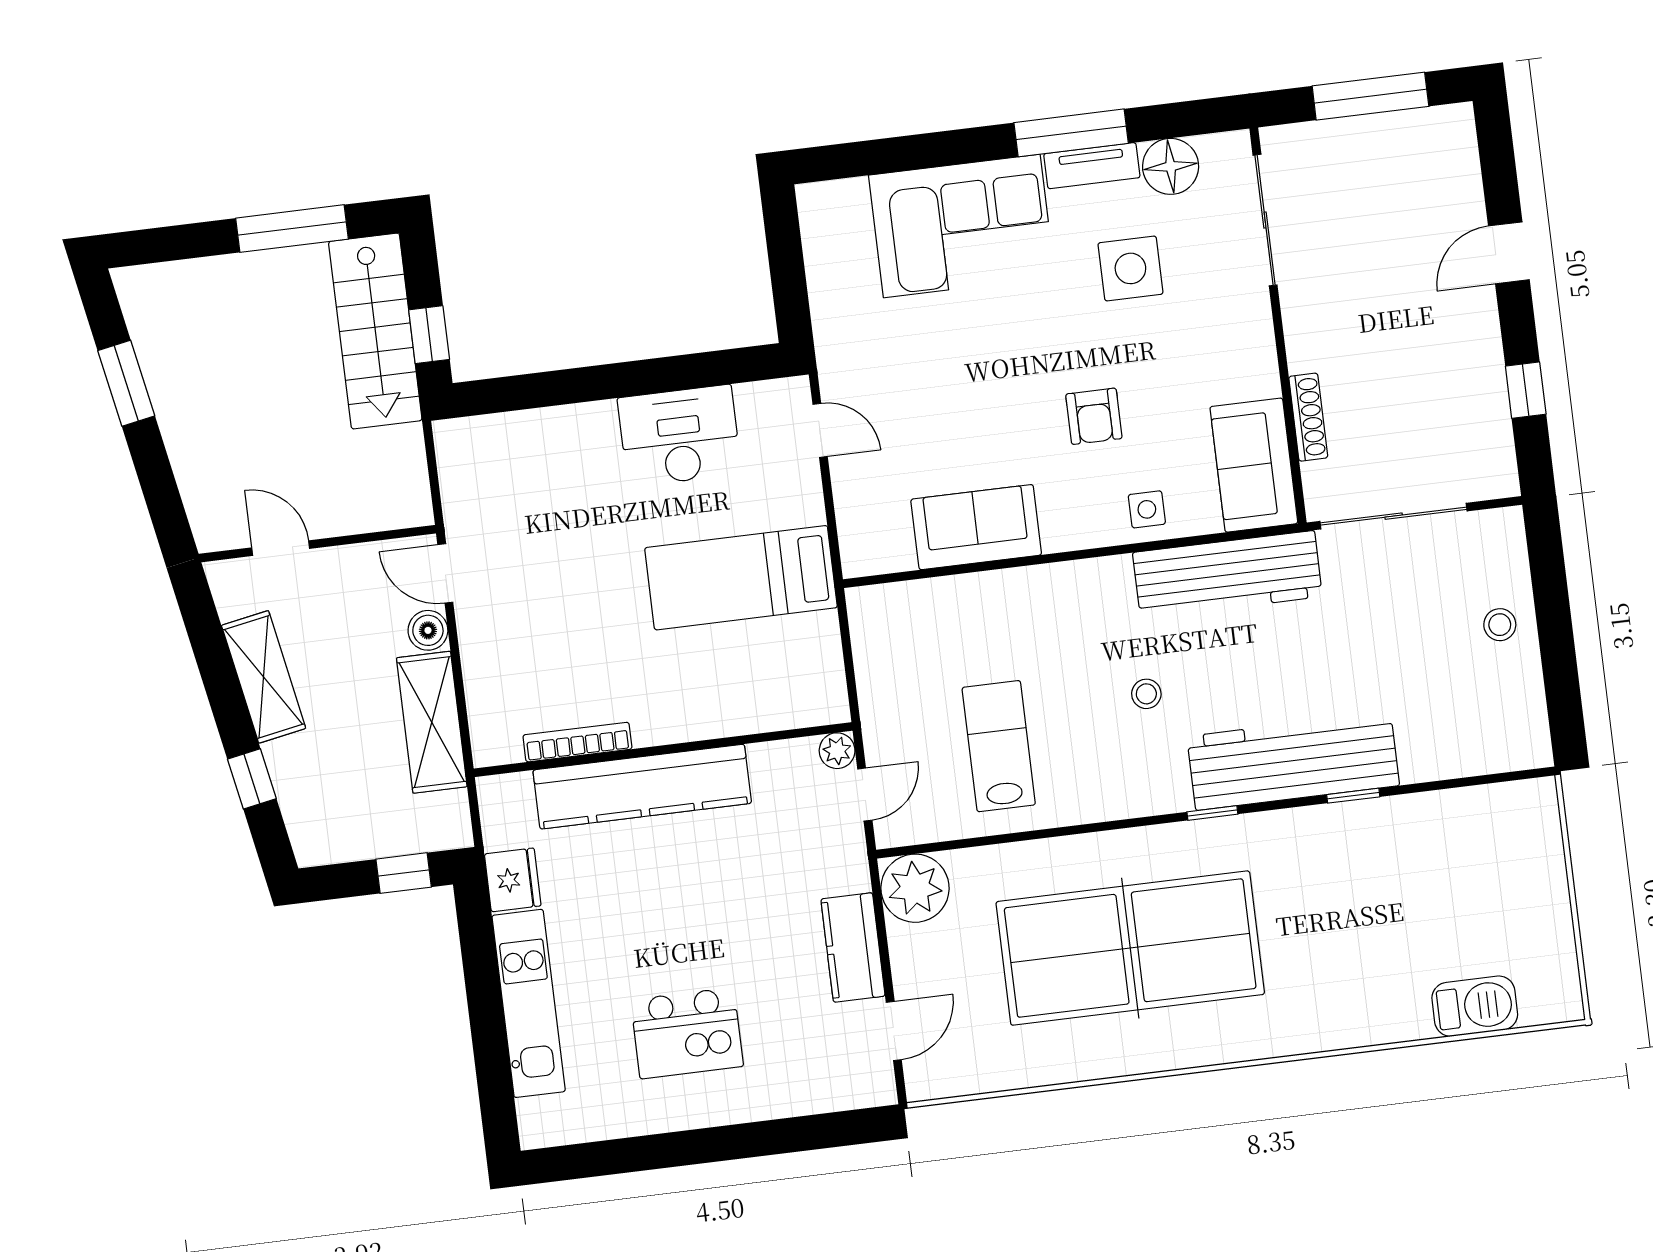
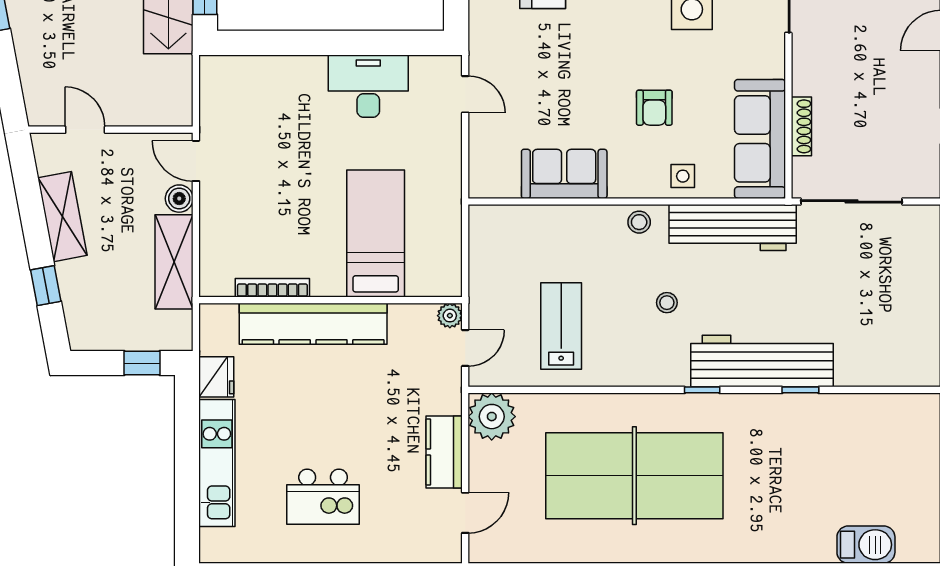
sofa: (1254, 465) -> (760, 139), width x1.36
bed: (741, 578) -> (376, 234), moved, turned 90
stool: (1500, 625) -> (639, 222), moved

